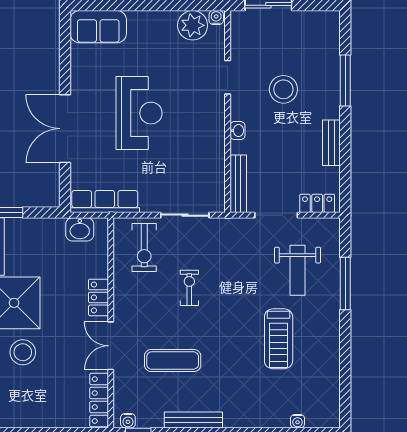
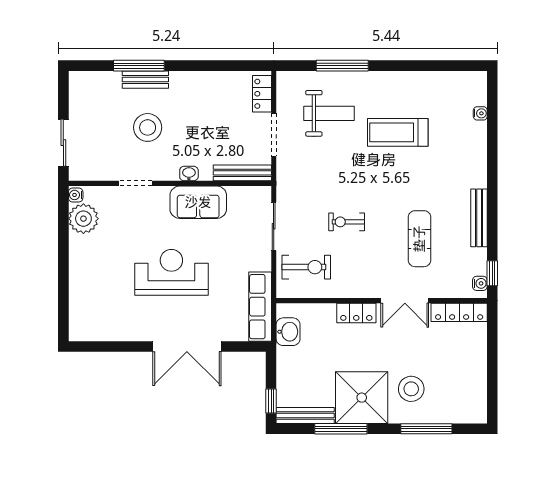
sofa: (98, 27) -> (198, 202), moved, turned 90
bench: (331, 143) -> (145, 80), moved
treadmill: (279, 339) -> (398, 132), turned 180

